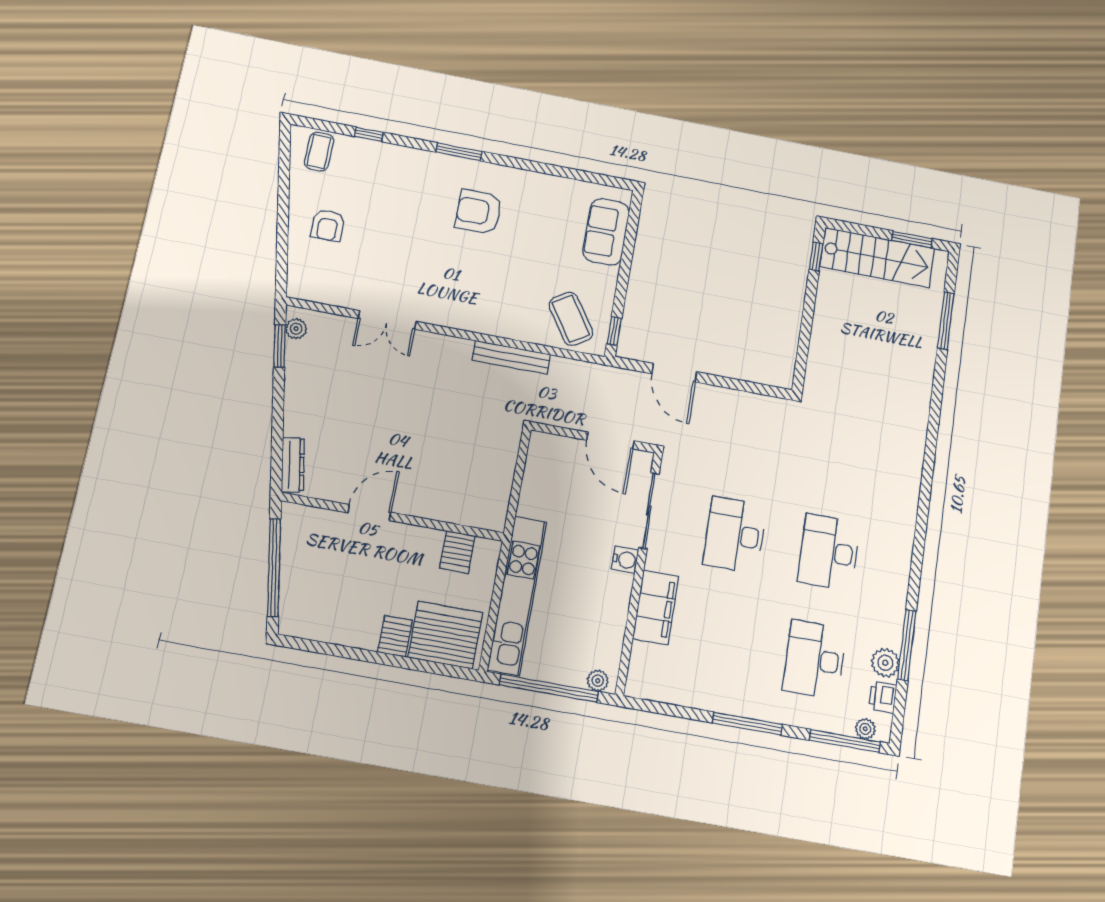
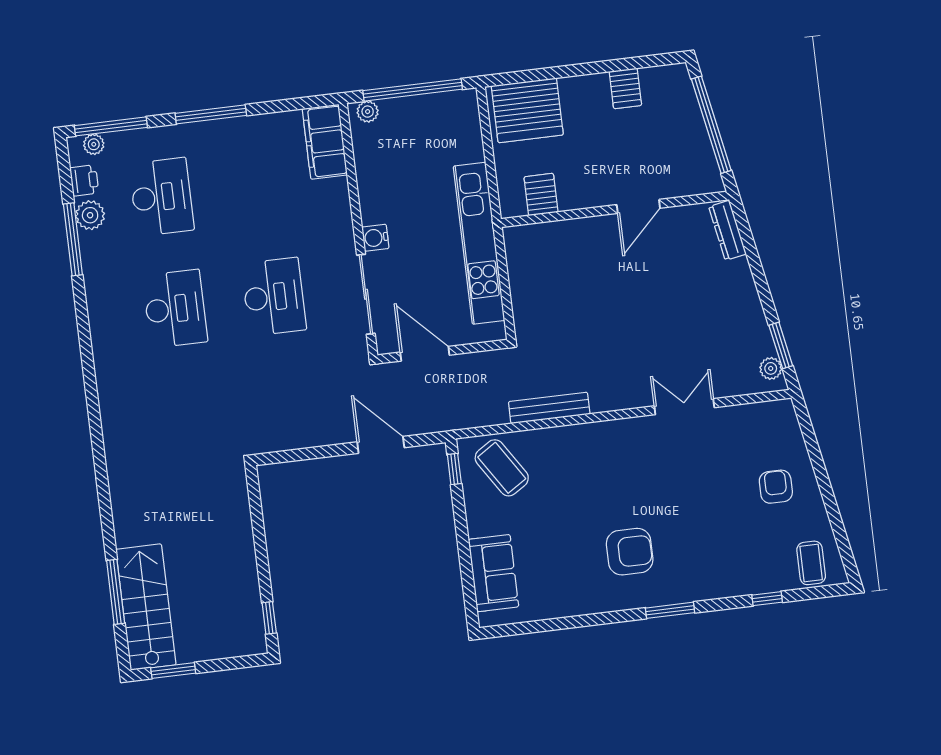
stairs: (877, 257) -> (146, 607), moved, turned 90
kitchen unit: (517, 595) -> (479, 243), moved
filing cabinet: (656, 607) -> (325, 142), moved
server rack: (395, 636) -> (625, 88), moved

